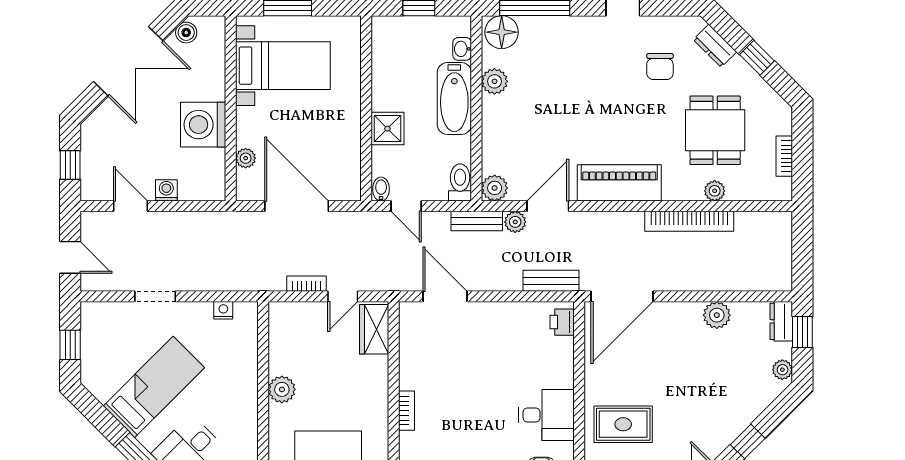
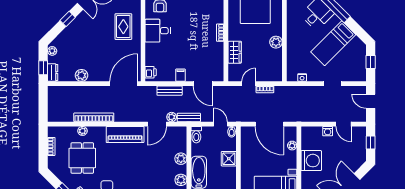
plant: (495, 188) -> (181, 159), moved
bench: (551, 281) -> (170, 91), moved
filing cabinet: (495, 315) -> (180, 75), added
wardrobe: (374, 329) -> (235, 52), moved
rug: (623, 424) -> (123, 27), turned 90

